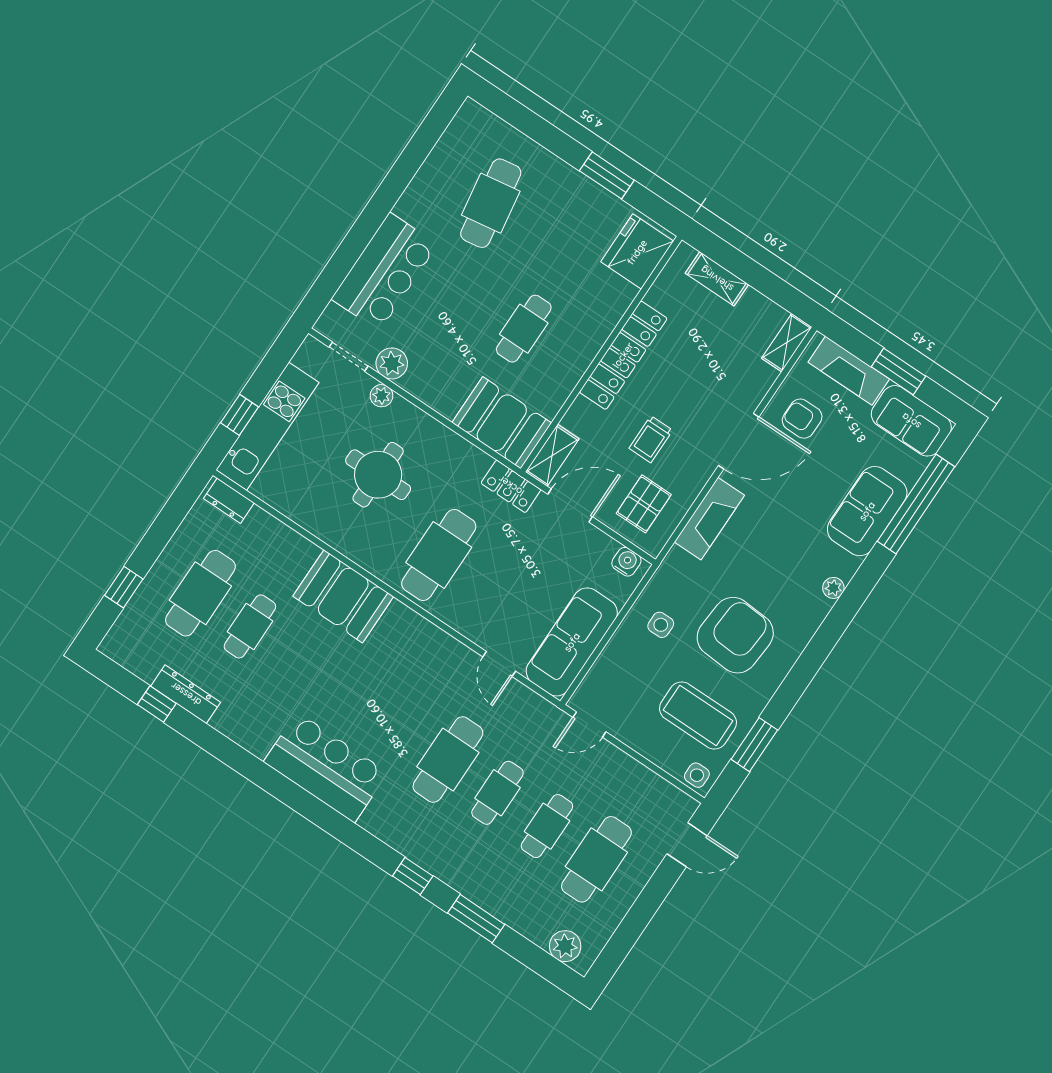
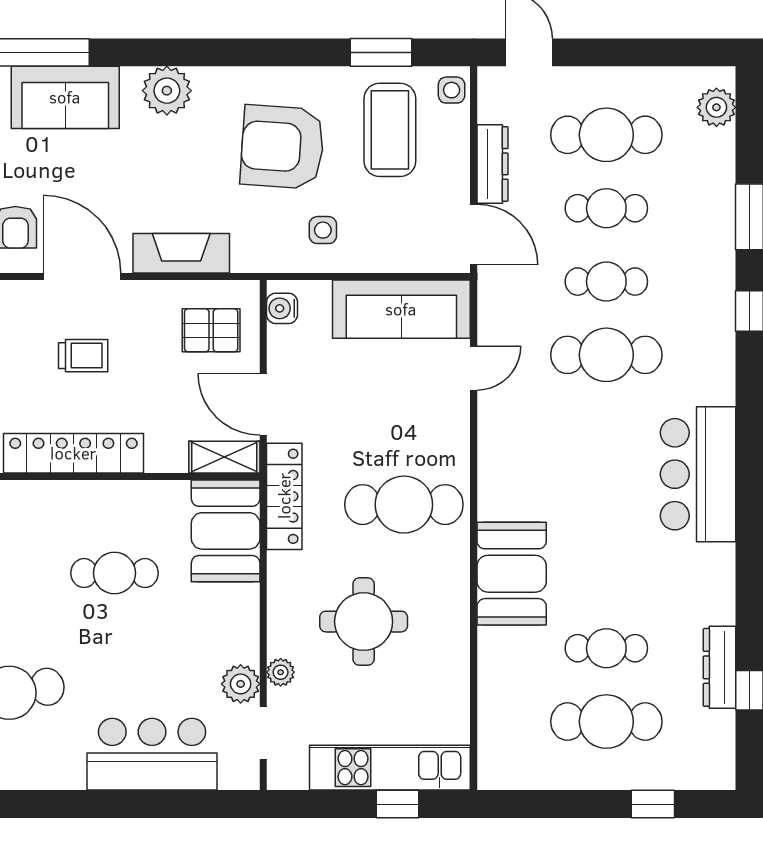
trolley: (651, 439) -> (83, 356), moved
locker: (511, 486) -> (284, 496), width x1.53
dresser: (229, 501) -> (492, 164), moved, width x1.44
plant: (833, 588) -> (167, 91), width x1.88, depth x1.88
door: (589, 725) -> (474, 234), width x1.38

